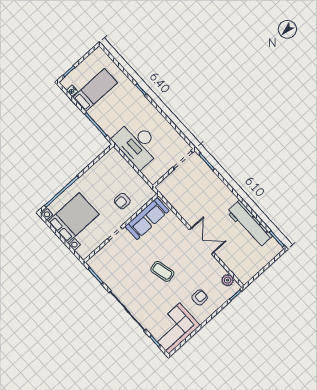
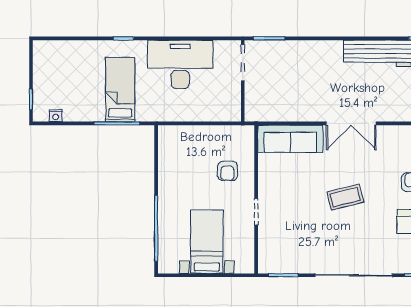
bed: (95, 90) -> (120, 90), moved
desk: (137, 144) -> (180, 64), moved, turned 180
bed with nightstands: (73, 218) -> (207, 242), width x0.73
sofa: (147, 219) -> (290, 139), moved, turned 90
double door: (202, 241) -> (351, 123), swing flipped

